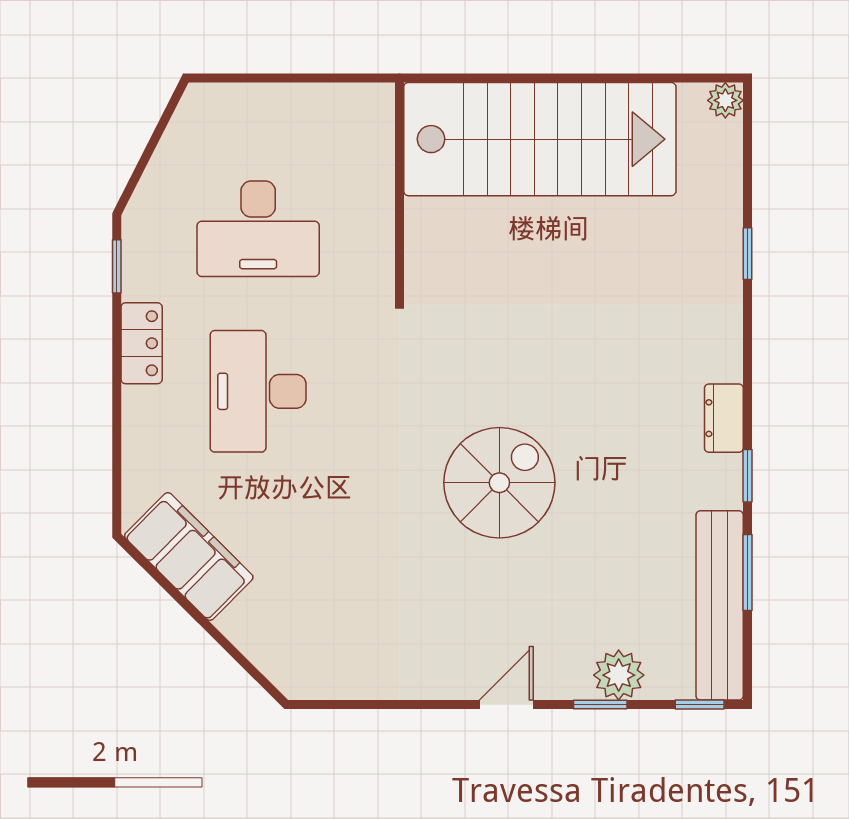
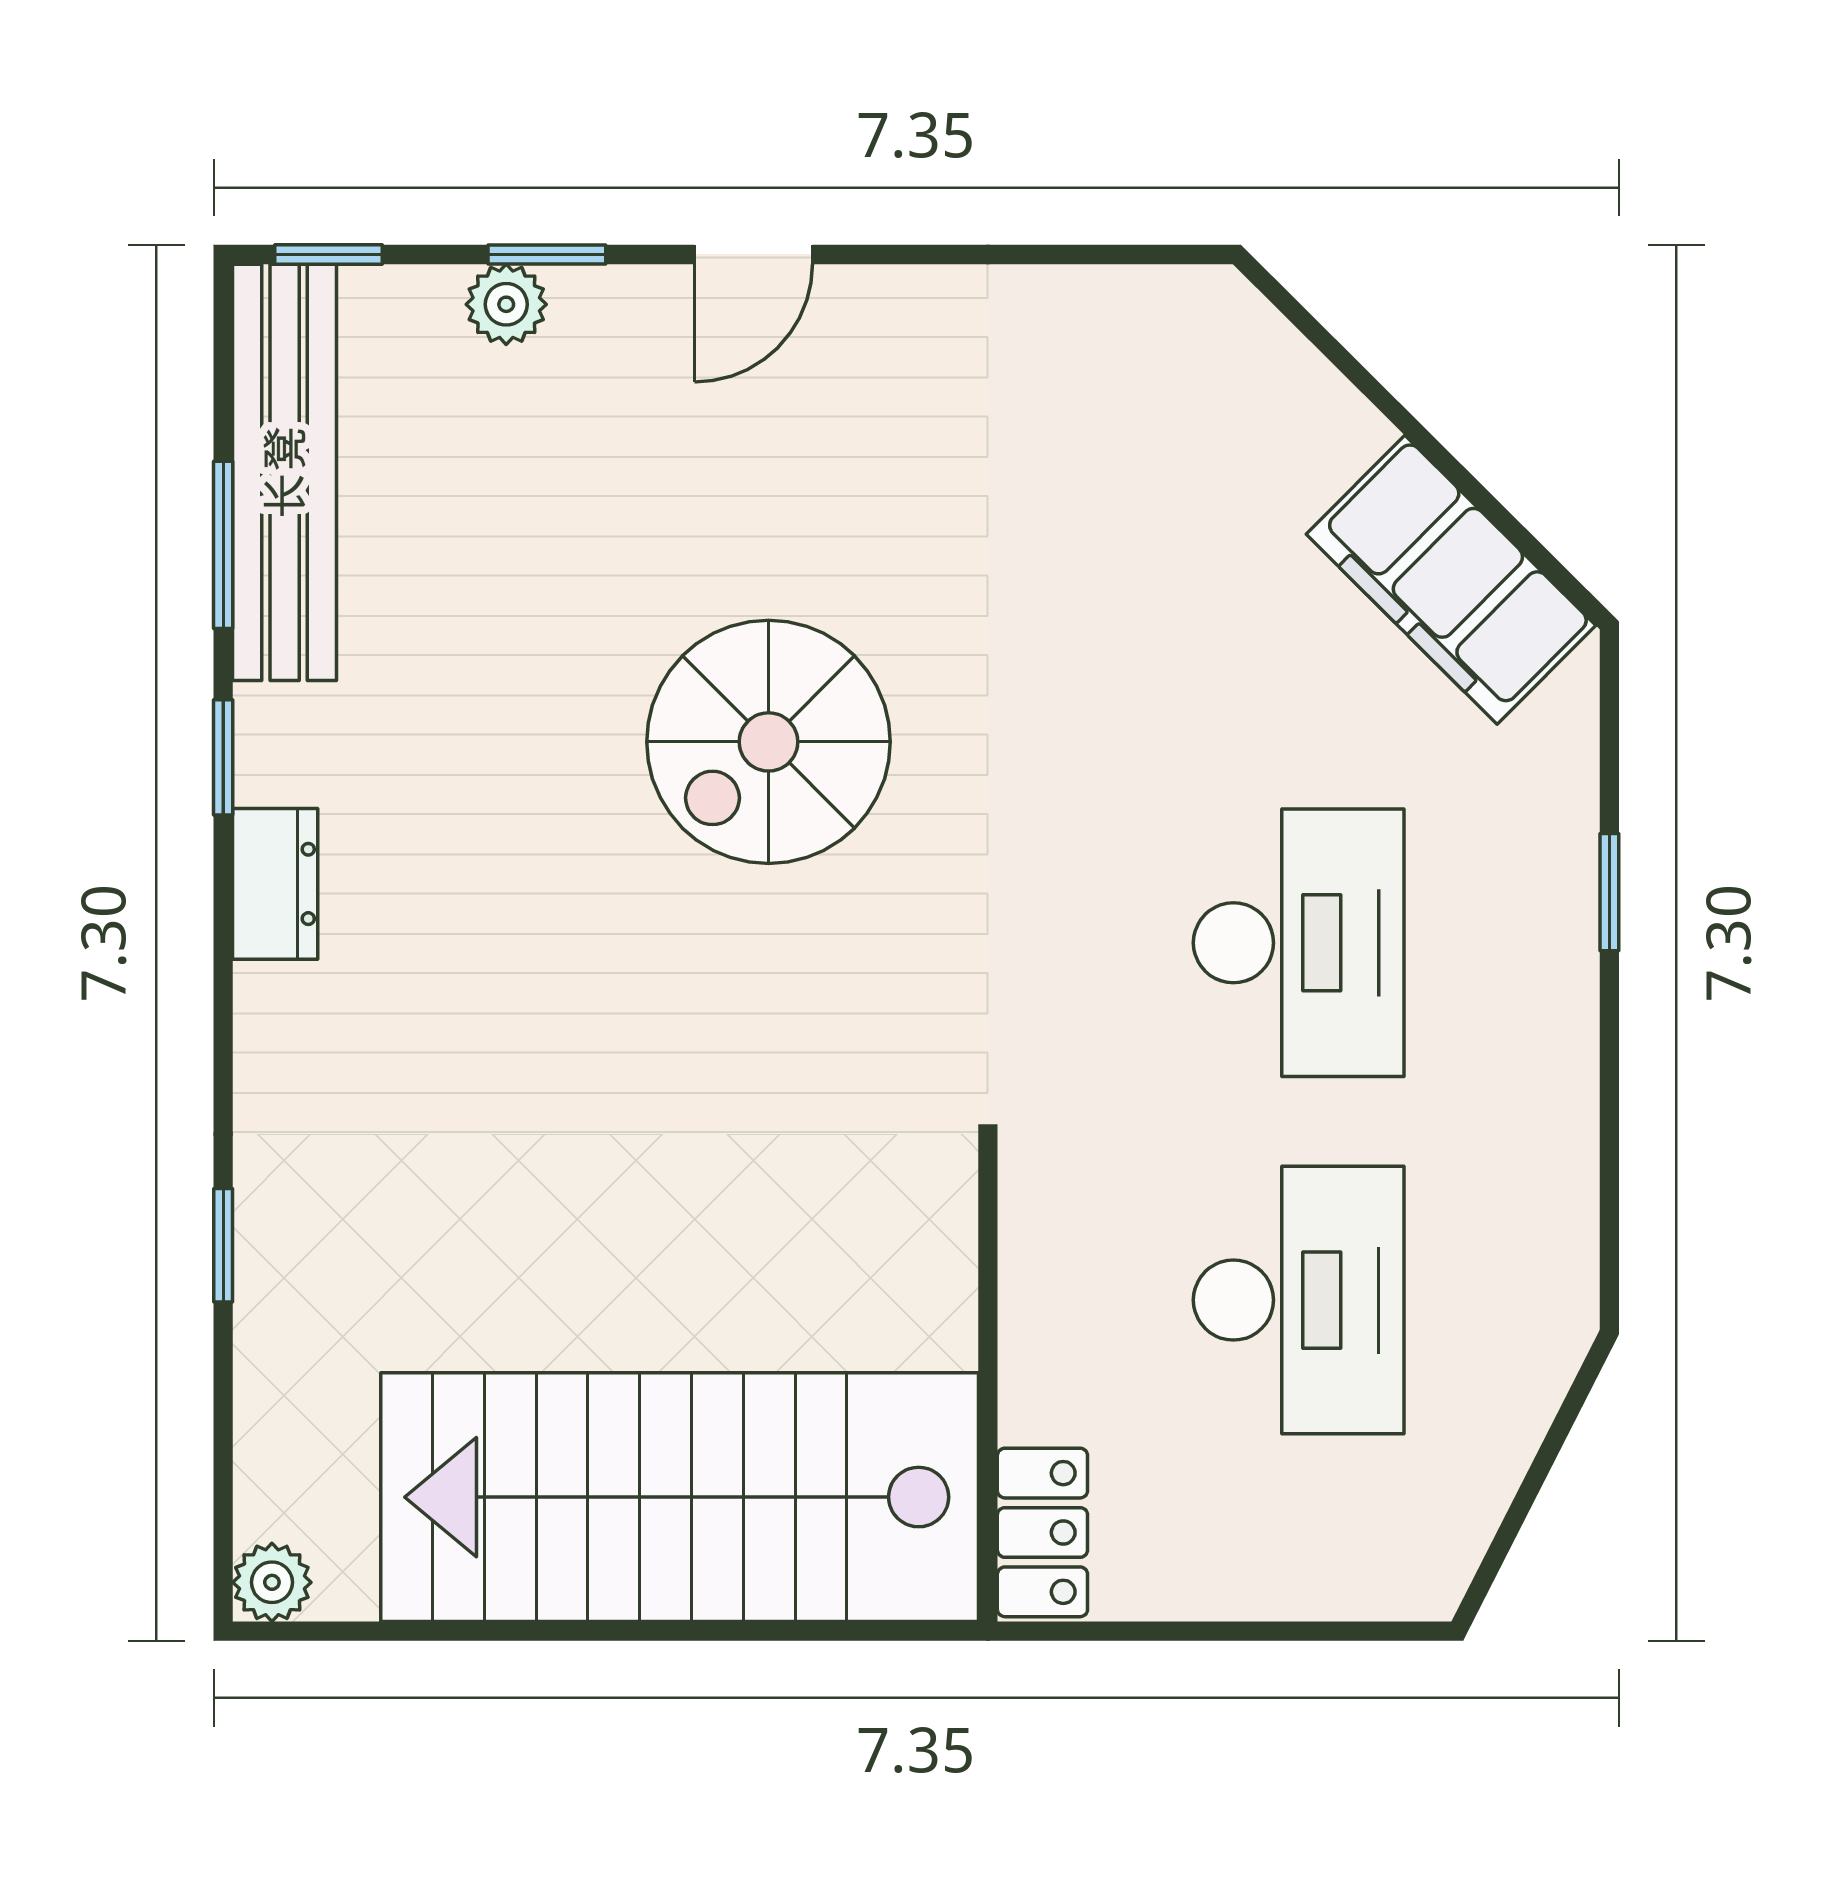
desk: (258, 229) -> (1299, 1300), turned 90
window: (117, 266) -> (1609, 892), moved
locker: (142, 343) -> (1042, 1532), moved, turned 180
plant: (619, 675) -> (506, 304), width x0.73, depth x0.73

